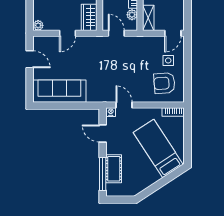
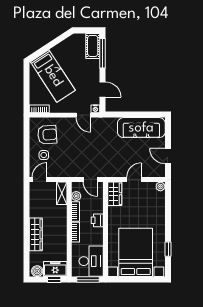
cot: (114, 169) -> (93, 46), moved

